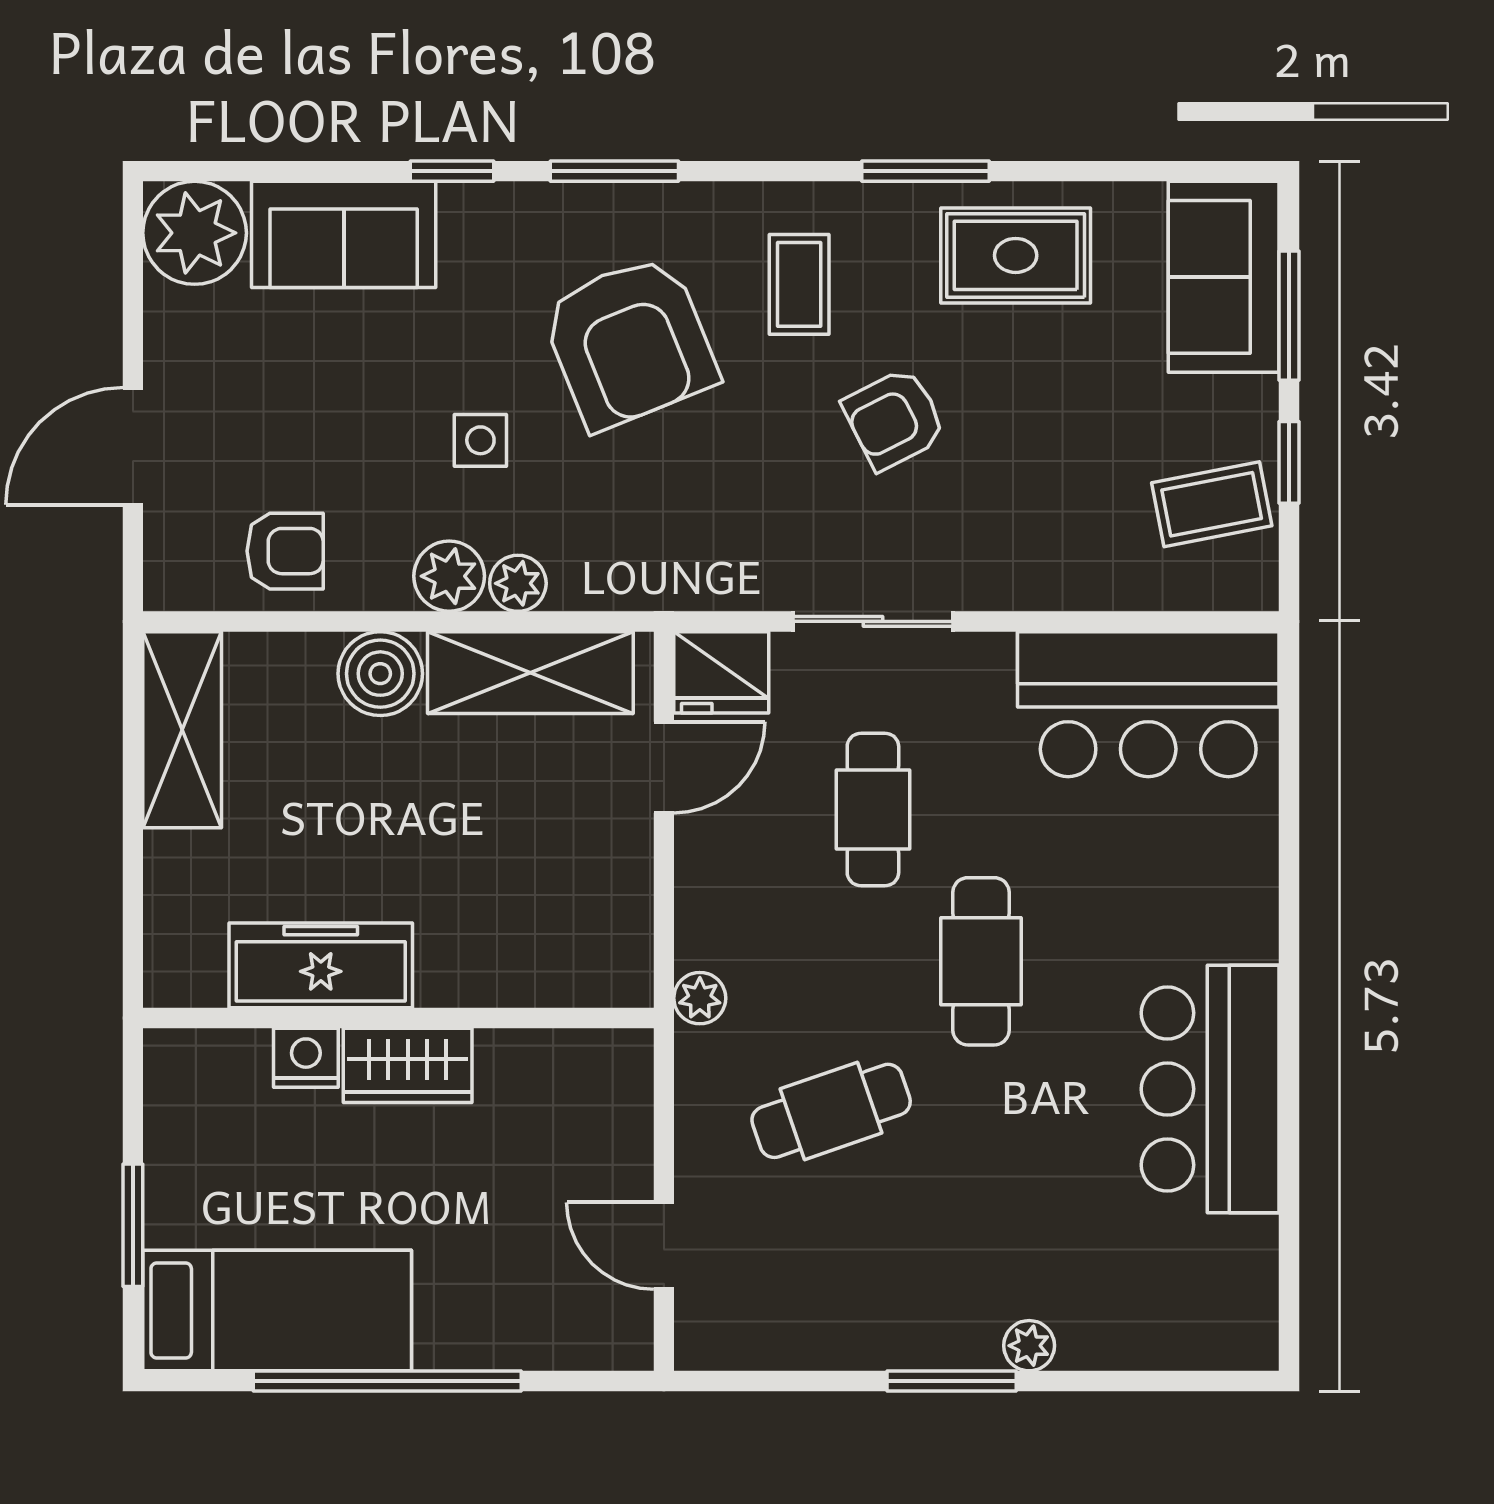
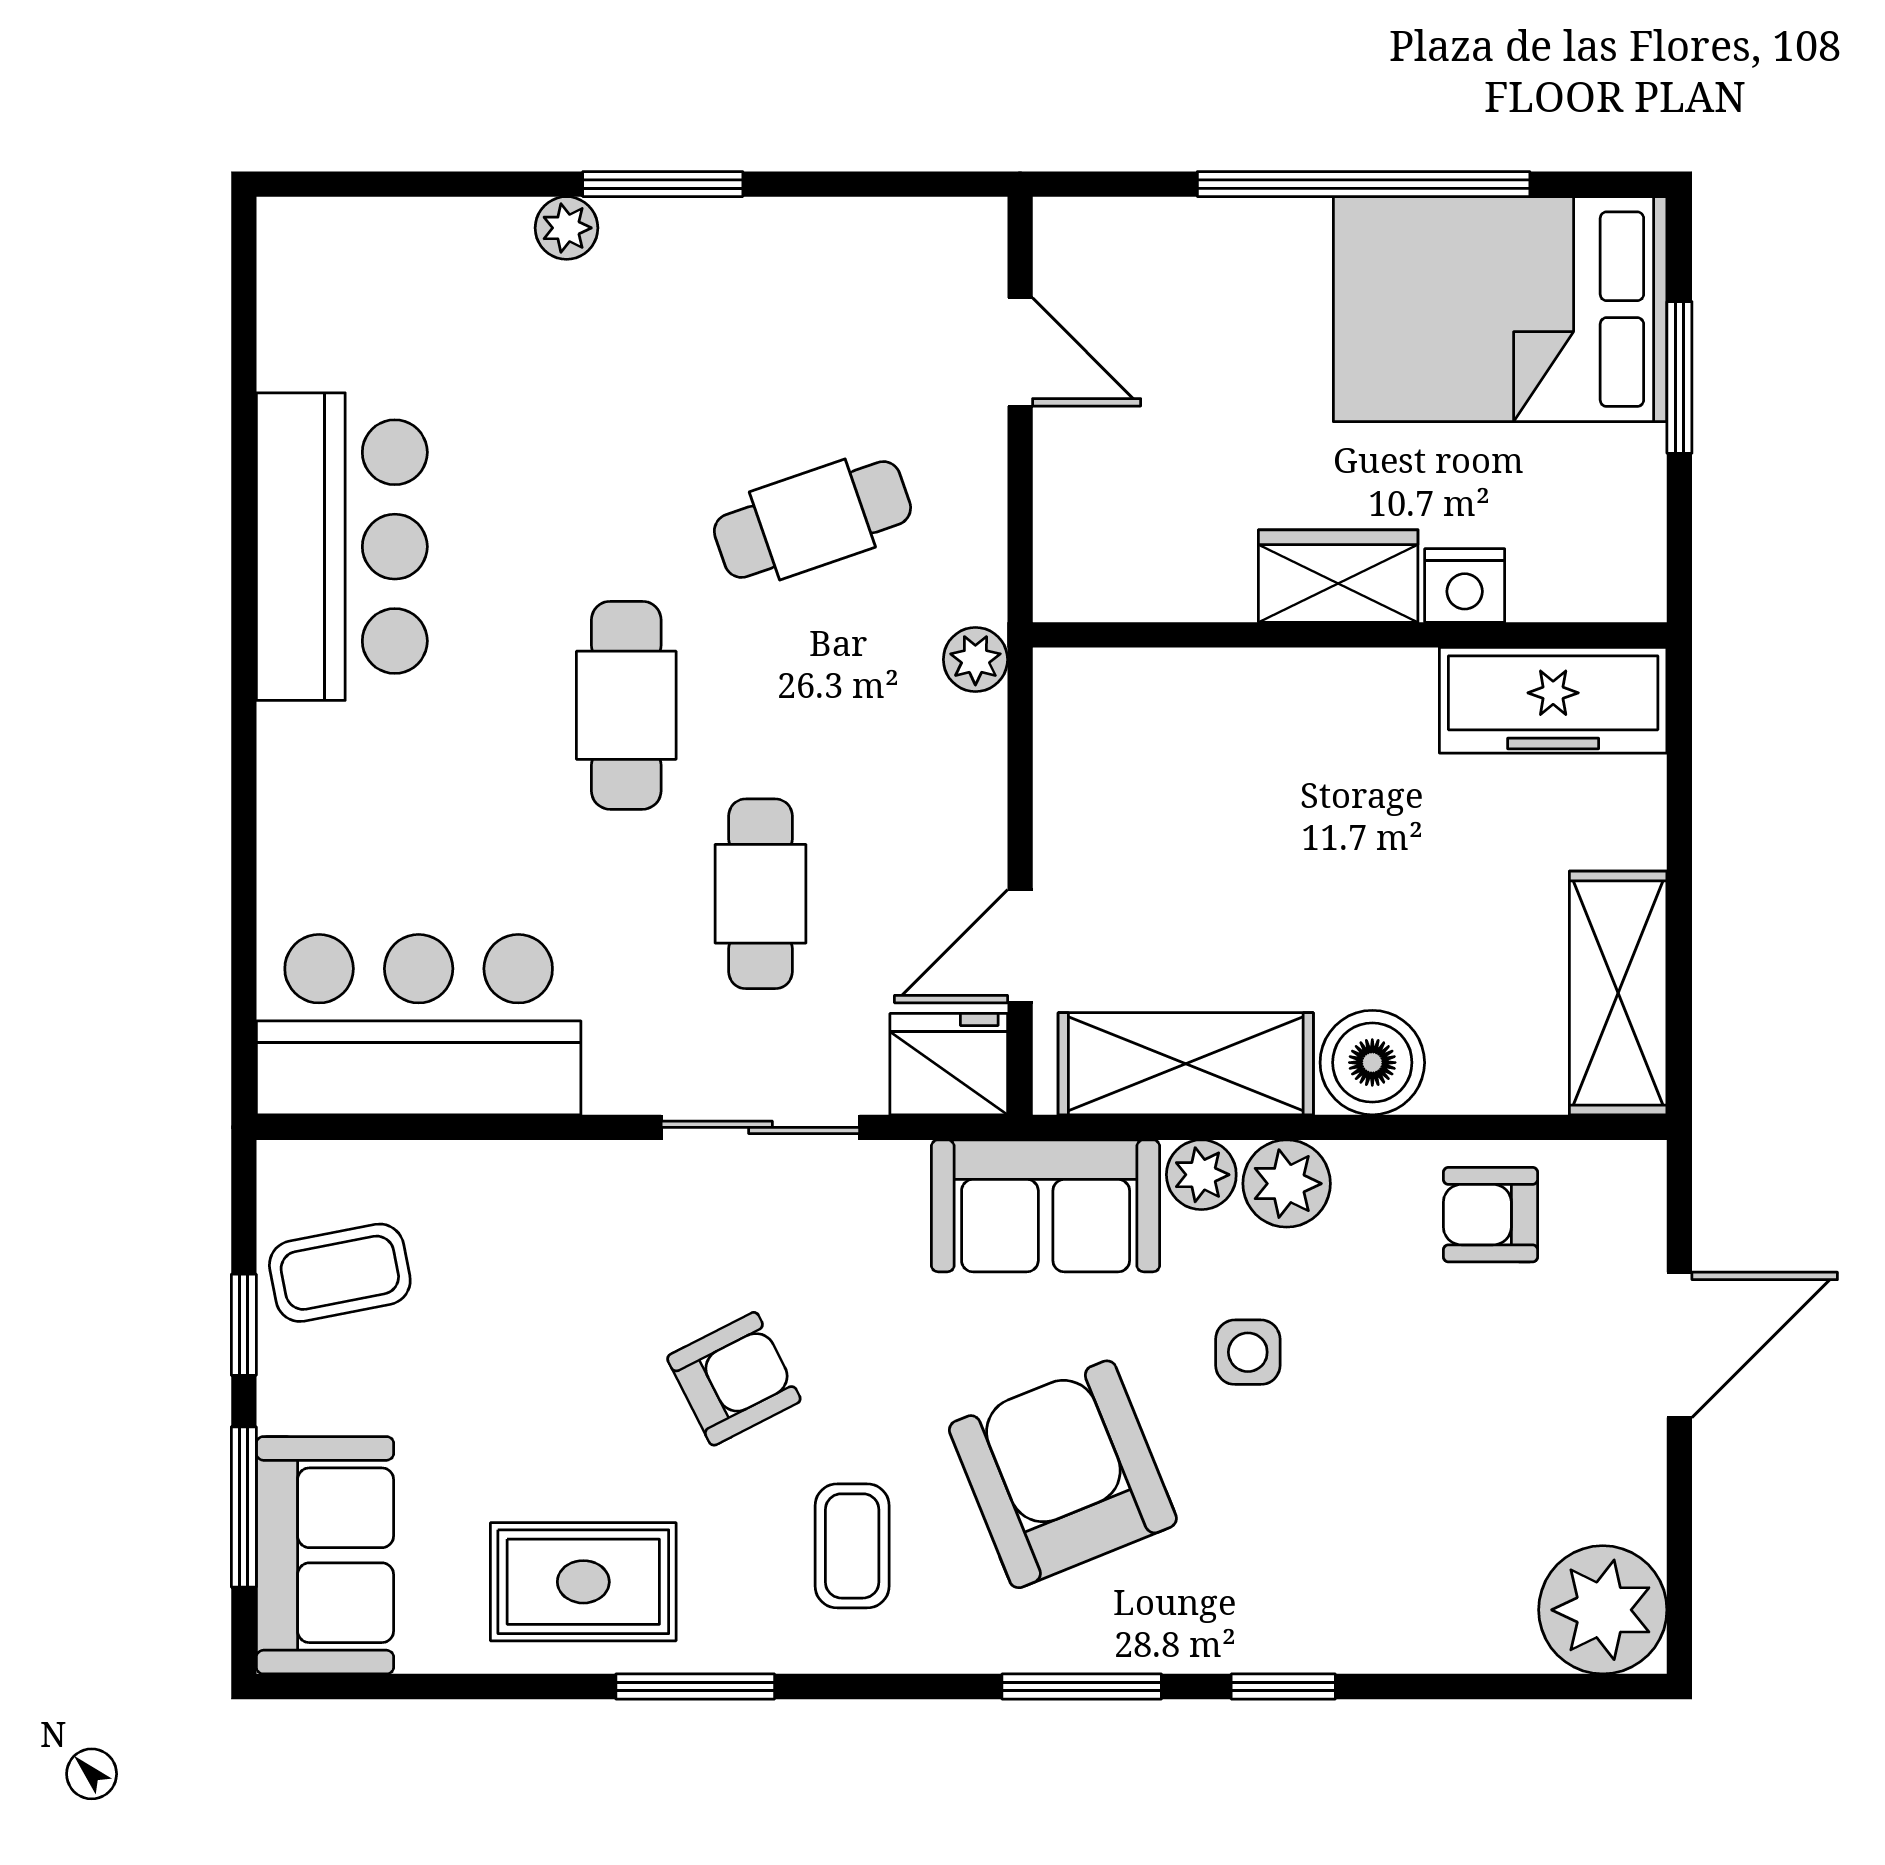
sofa: (344, 234) -> (1046, 1206), moved, turned 180
freezer: (321, 965) -> (1553, 700), moved
bed: (277, 1311) -> (1500, 309), width x1.50

